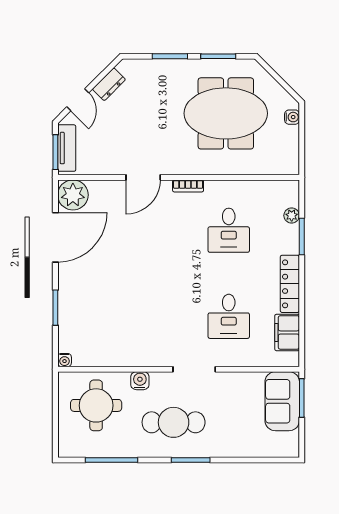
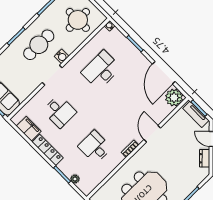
desk: (128, 316) -> (101, 70), added
desk: (229, 316) -> (60, 111), turned 180
water cooler: (140, 381) -> (62, 56), moved

